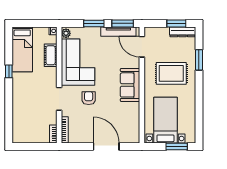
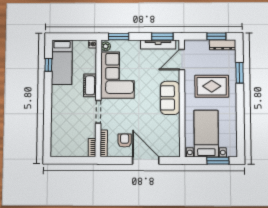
window: (94, 23) -> (119, 37), moved
door: (142, 47) -> (182, 60), hinge flipped
cot: (51, 55) -> (90, 85), moved
window: (9, 71) -> (48, 65), moved
armchair: (89, 98) -> (125, 141), moved

